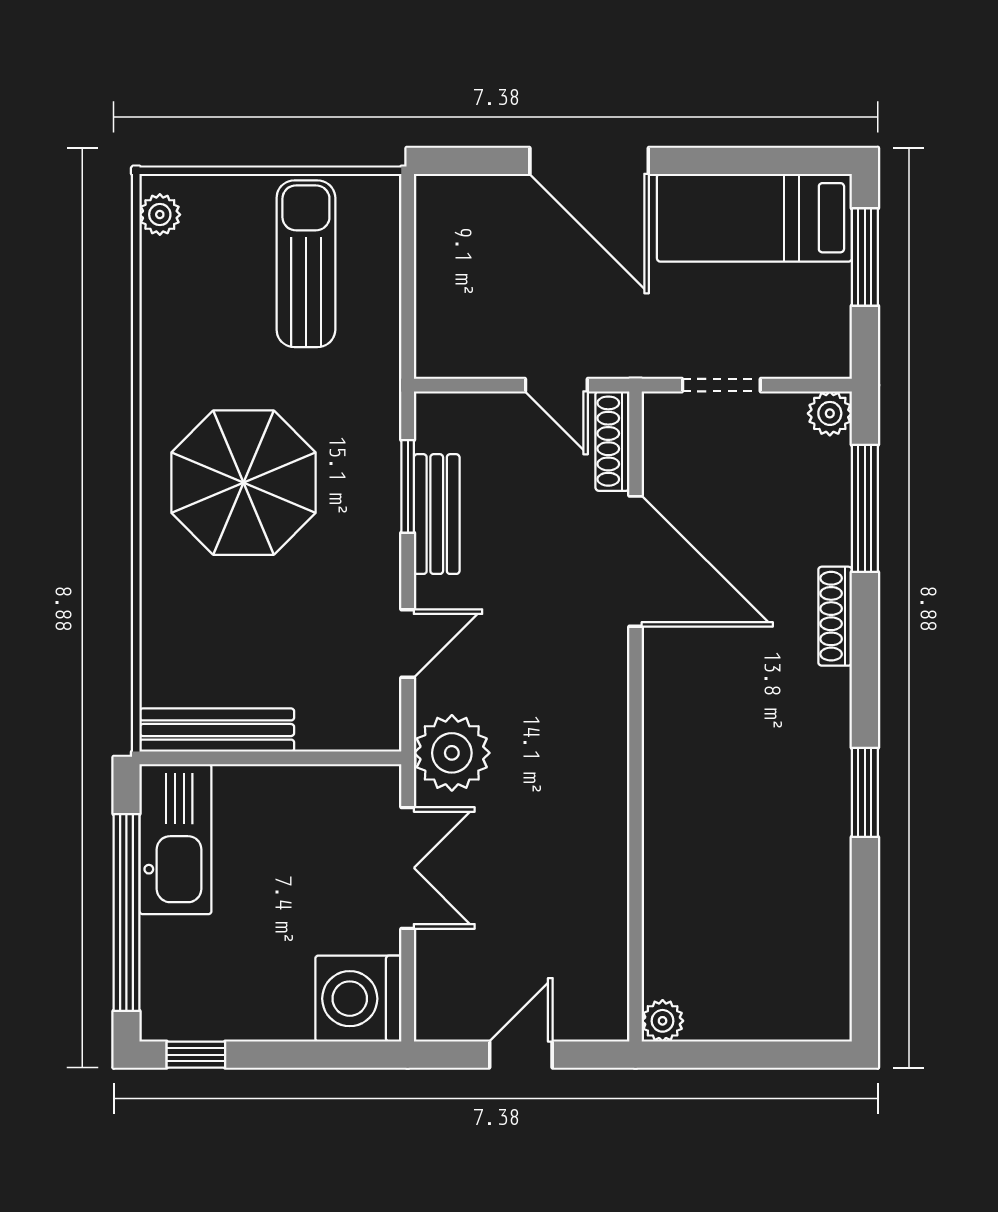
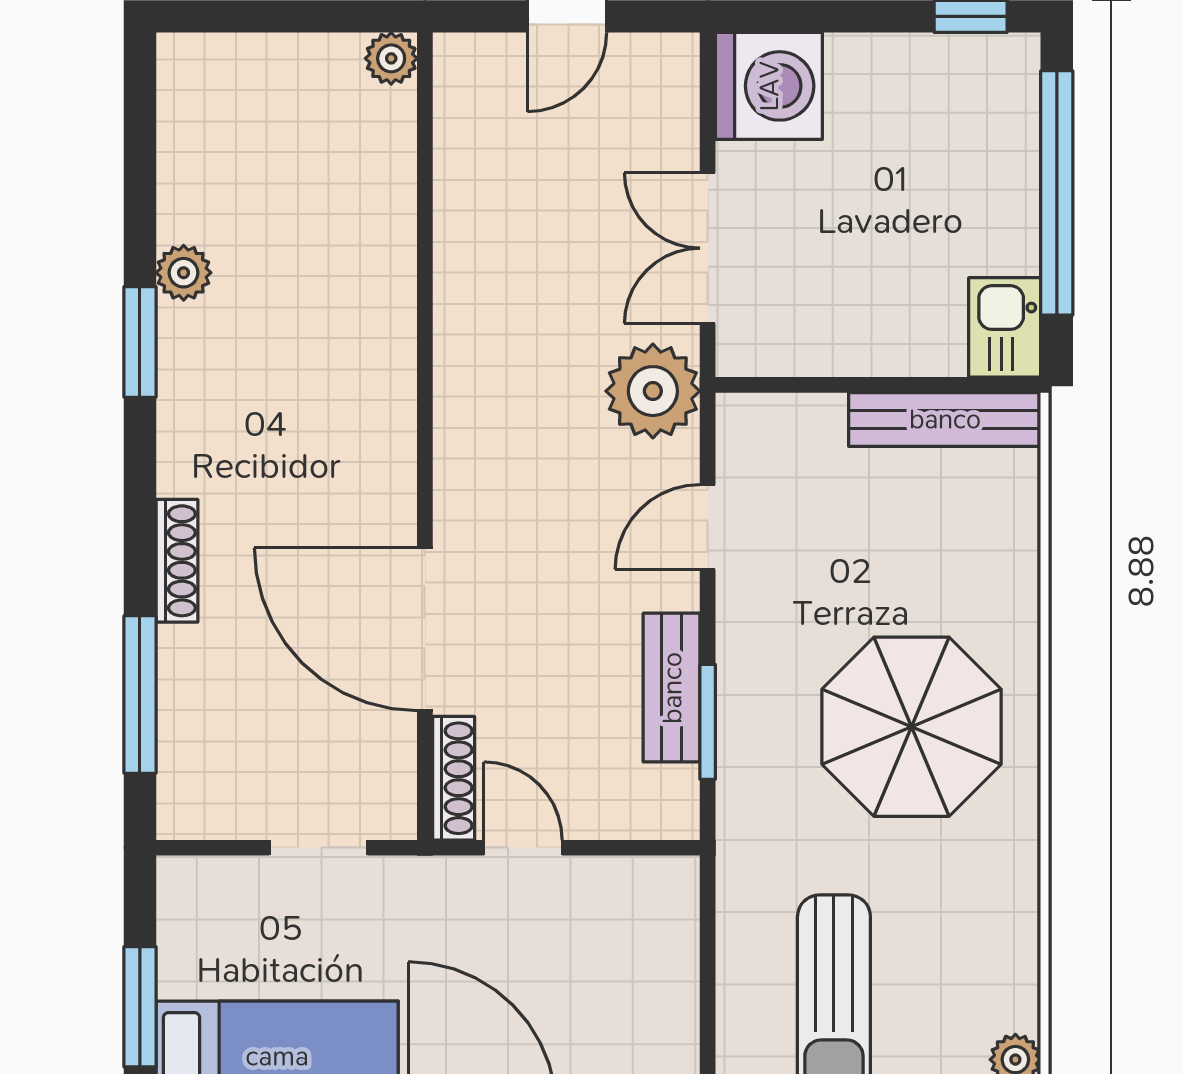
plant: (830, 413) -> (184, 273), moved
kitchen sink: (175, 839) -> (1005, 327), width x0.53, depth x0.81

